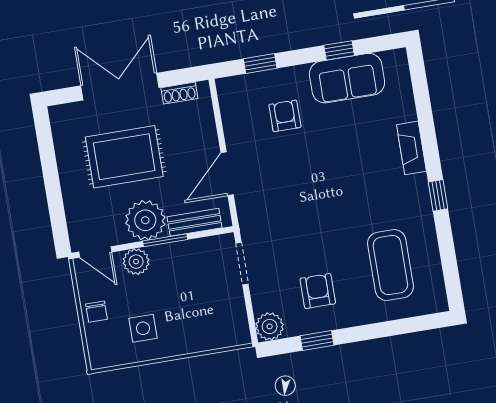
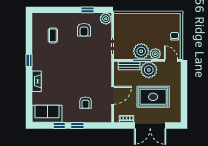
window: (260, 63) -> (77, 125), moved
sofa: (347, 78) -> (47, 114), moved
door: (227, 174) -> (113, 95), moved
plant: (171, 262) -> (141, 51), added
coffee table: (390, 265) -> (53, 35), width x0.54, depth x0.58
side table: (143, 328) -> (157, 26), removed

